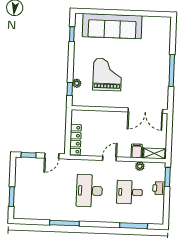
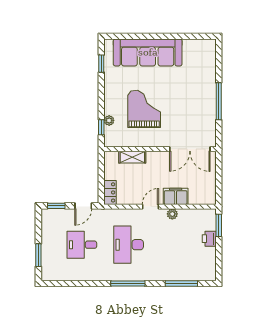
locker: (75, 140) -> (110, 192), width x0.66
filing cabinet: (137, 151) -> (176, 196), width x2.00
shelving: (154, 153) -> (132, 157), moved
plant: (140, 166) -> (172, 214), moved
desk: (130, 192) -> (82, 245), moved
window: (64, 223) -> (128, 283), moved

